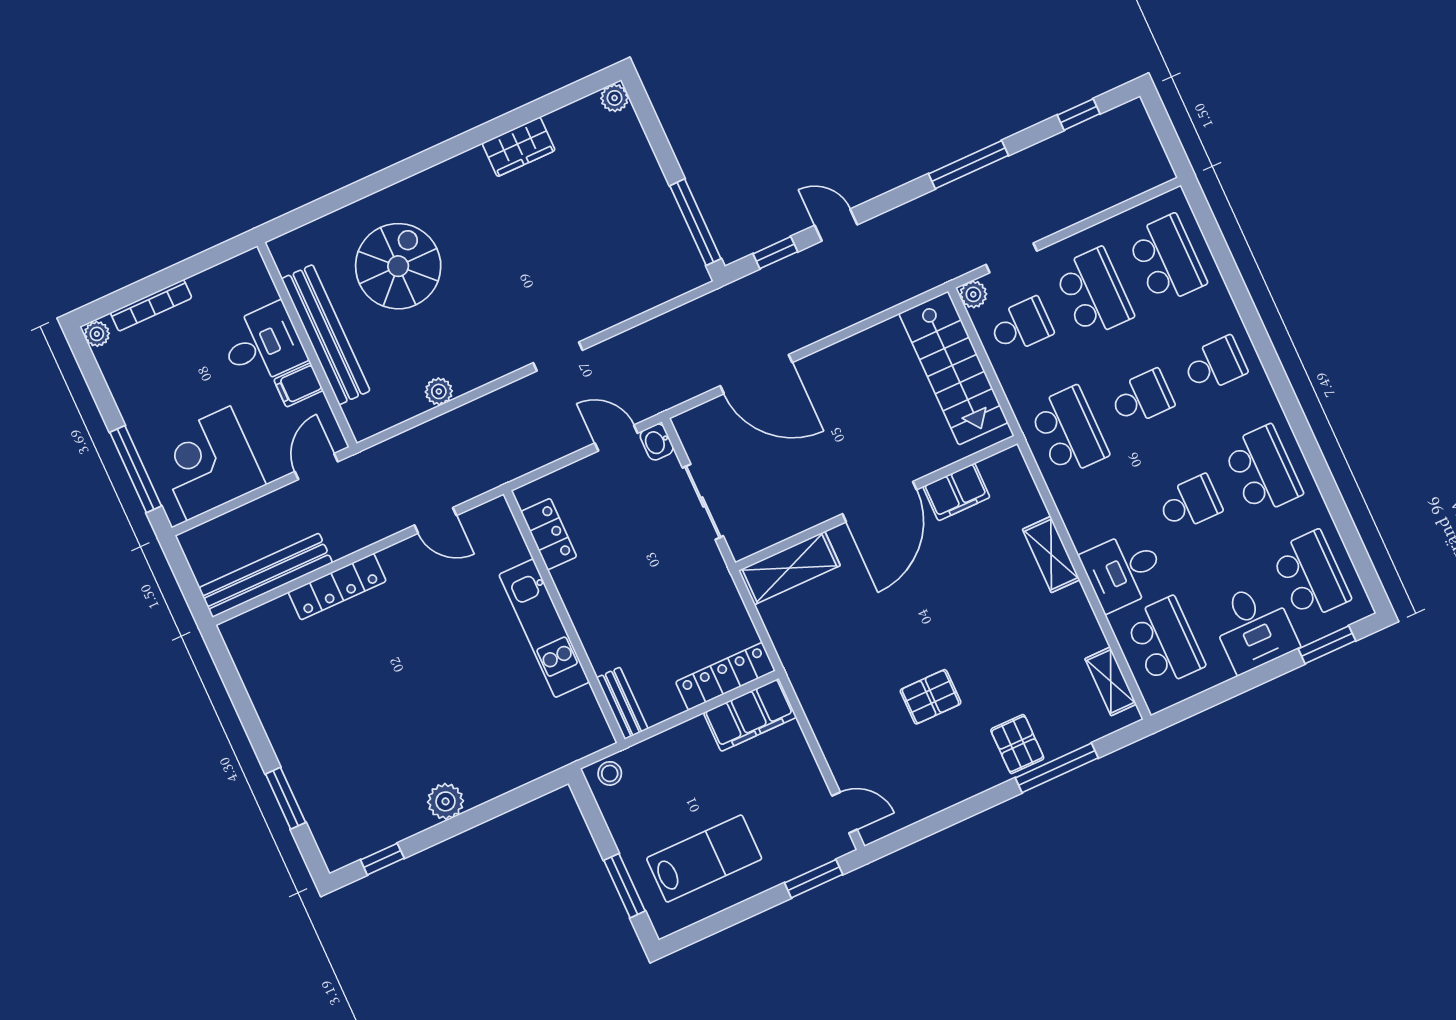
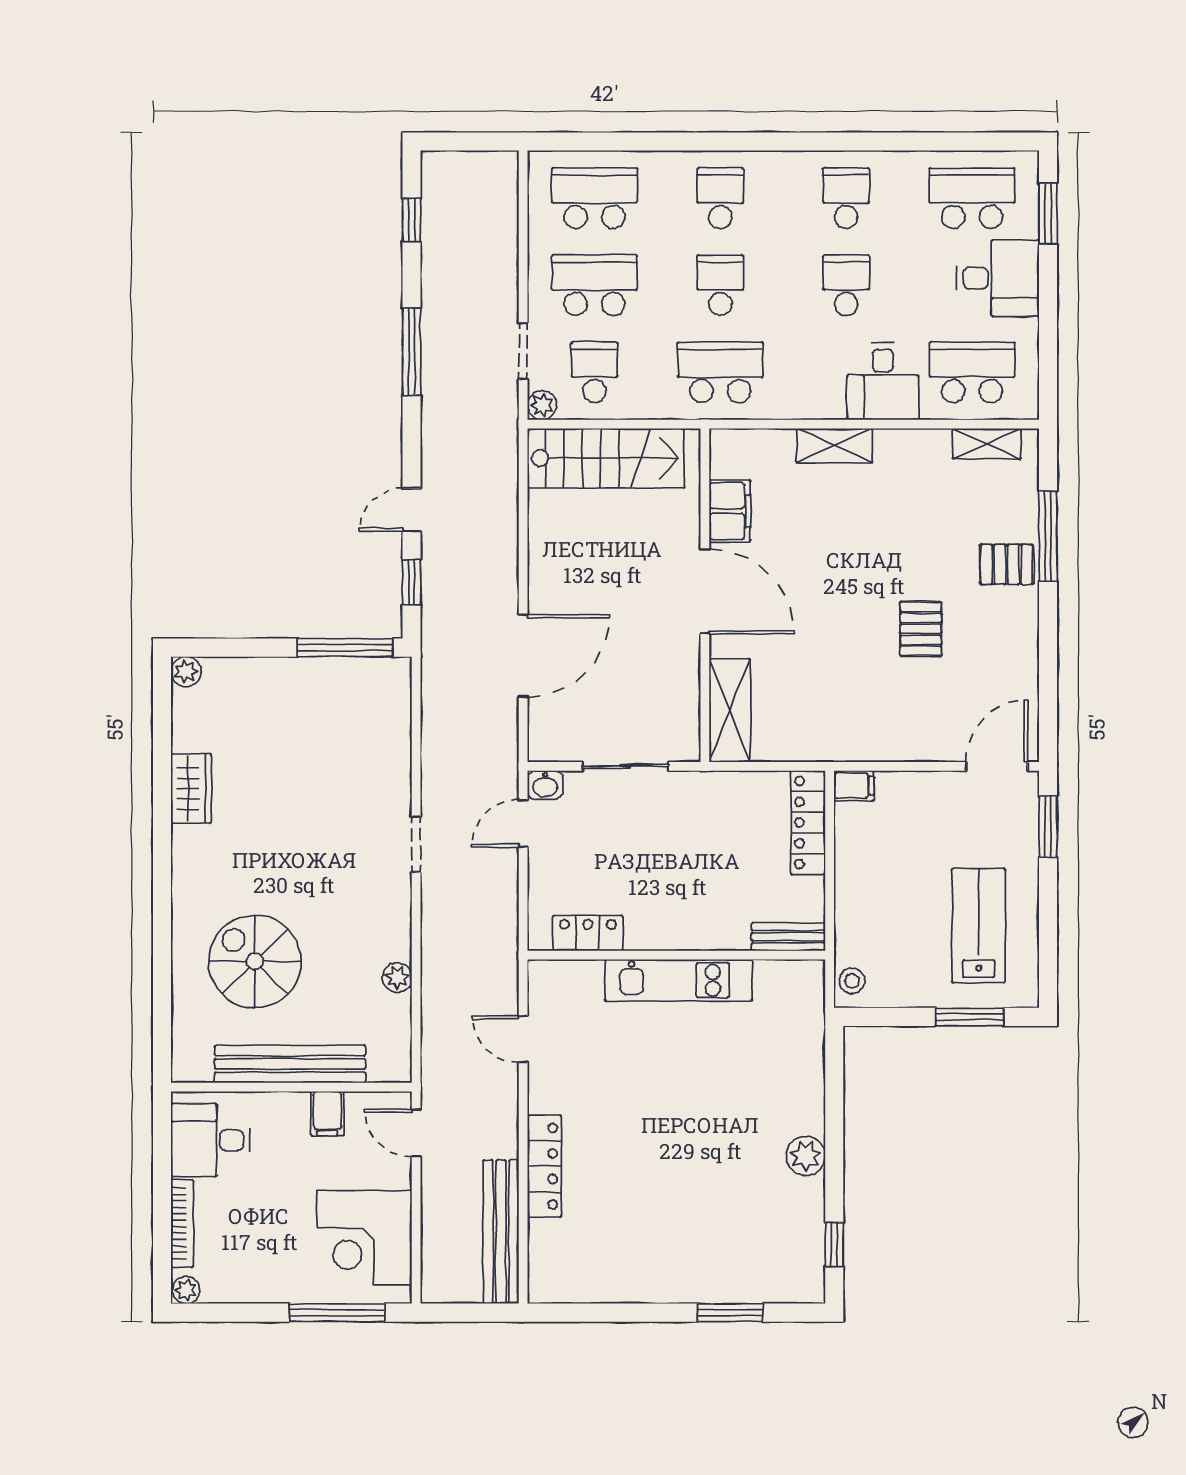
desk: (263, 345) -> (210, 1140), moved, turned -90
school desk: (1263, 470) -> (846, 198), width x0.54
door: (435, 520) -> (523, 1039), swing flipped
filing cabinet: (750, 715) -> (854, 786), width x0.33, depth x0.86
door: (845, 813) -> (997, 766), width x1.38

